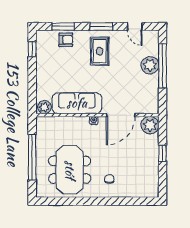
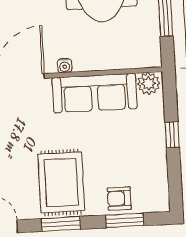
window: (32, 49) -> (172, 135), moved
rug: (100, 51) -> (61, 182), width x1.36, depth x1.43

